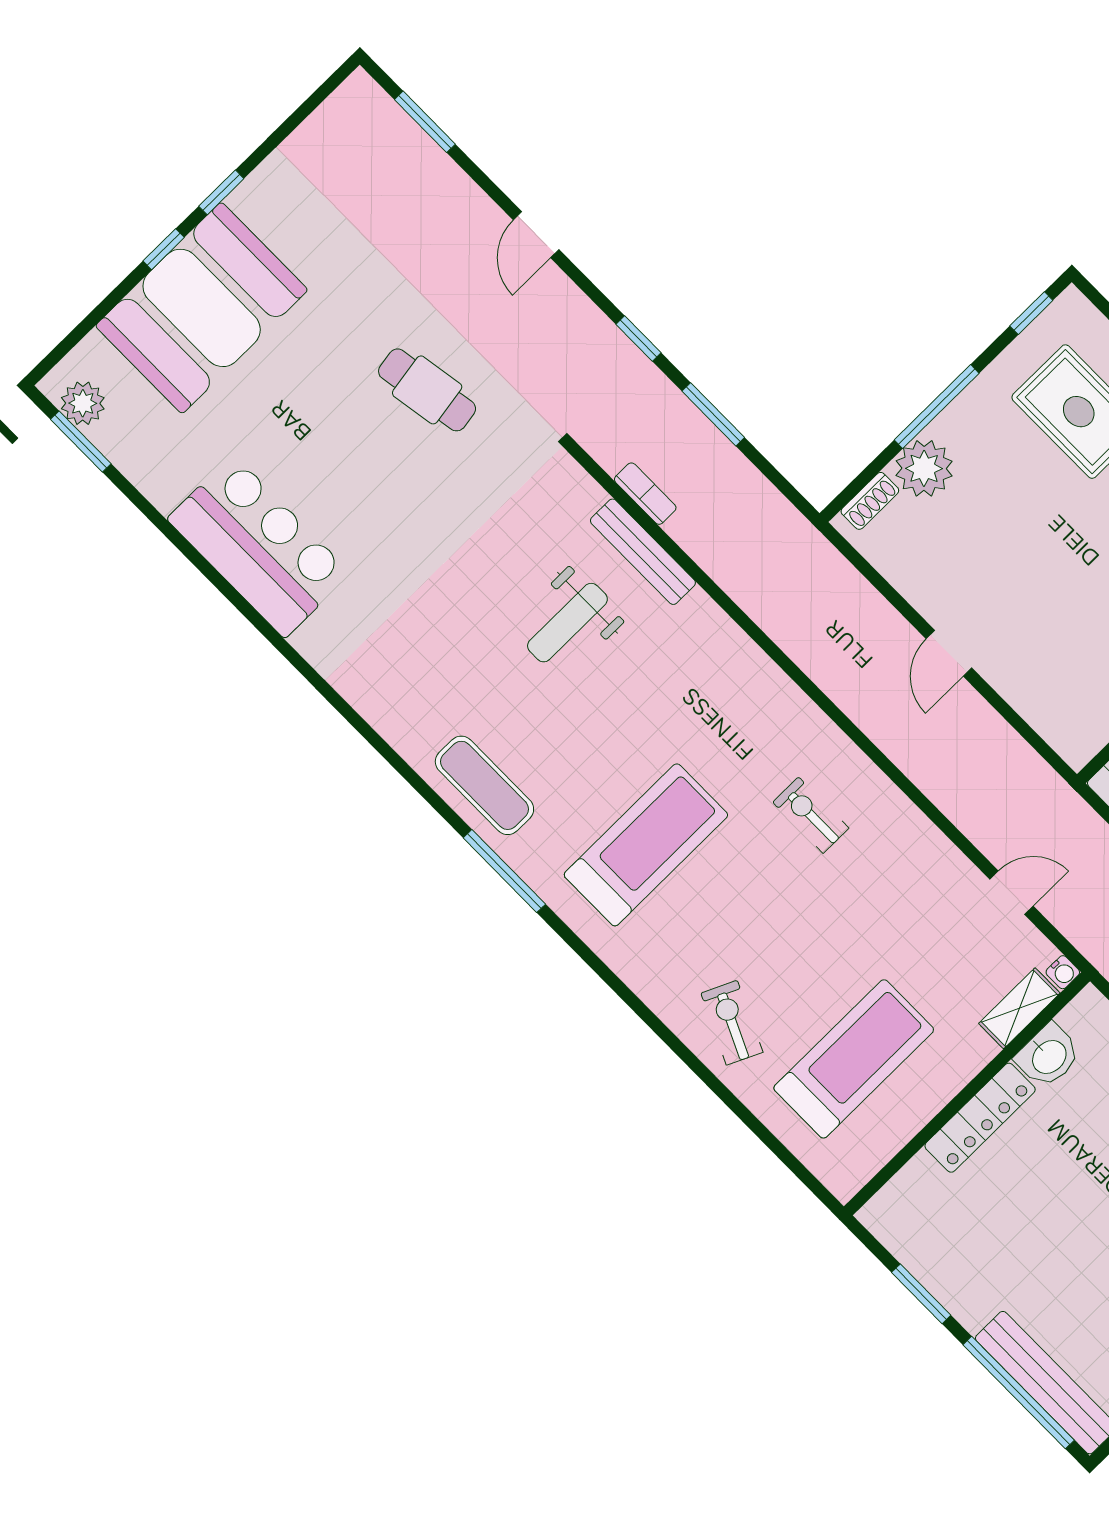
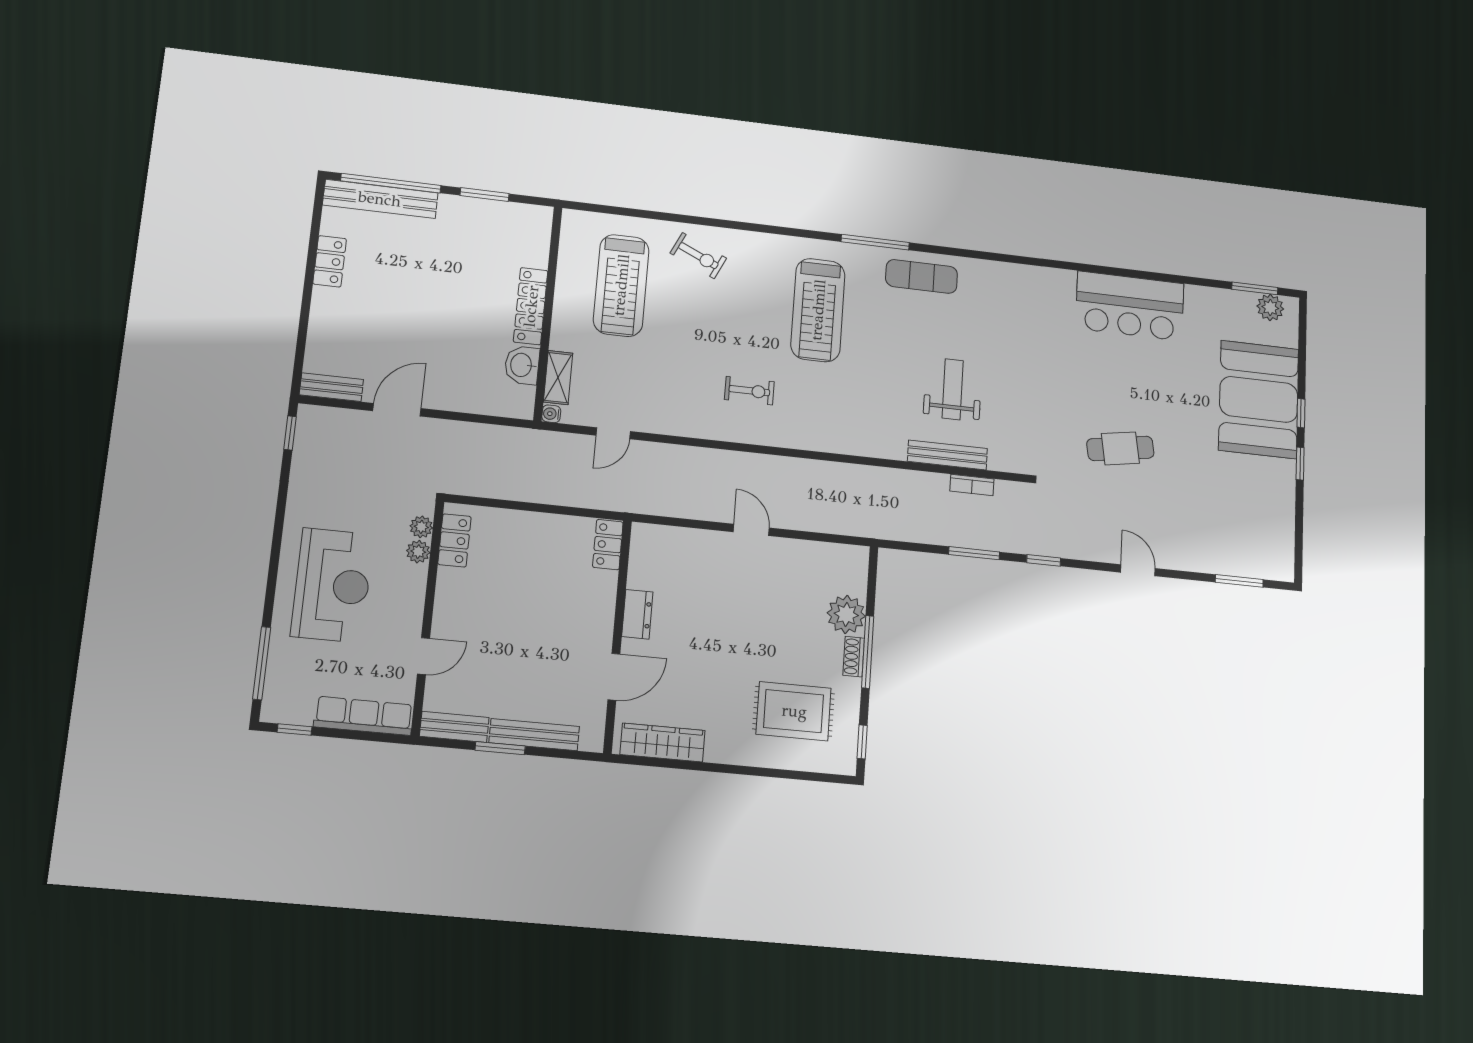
shoe rack: (870, 501) -> (854, 657), moved

